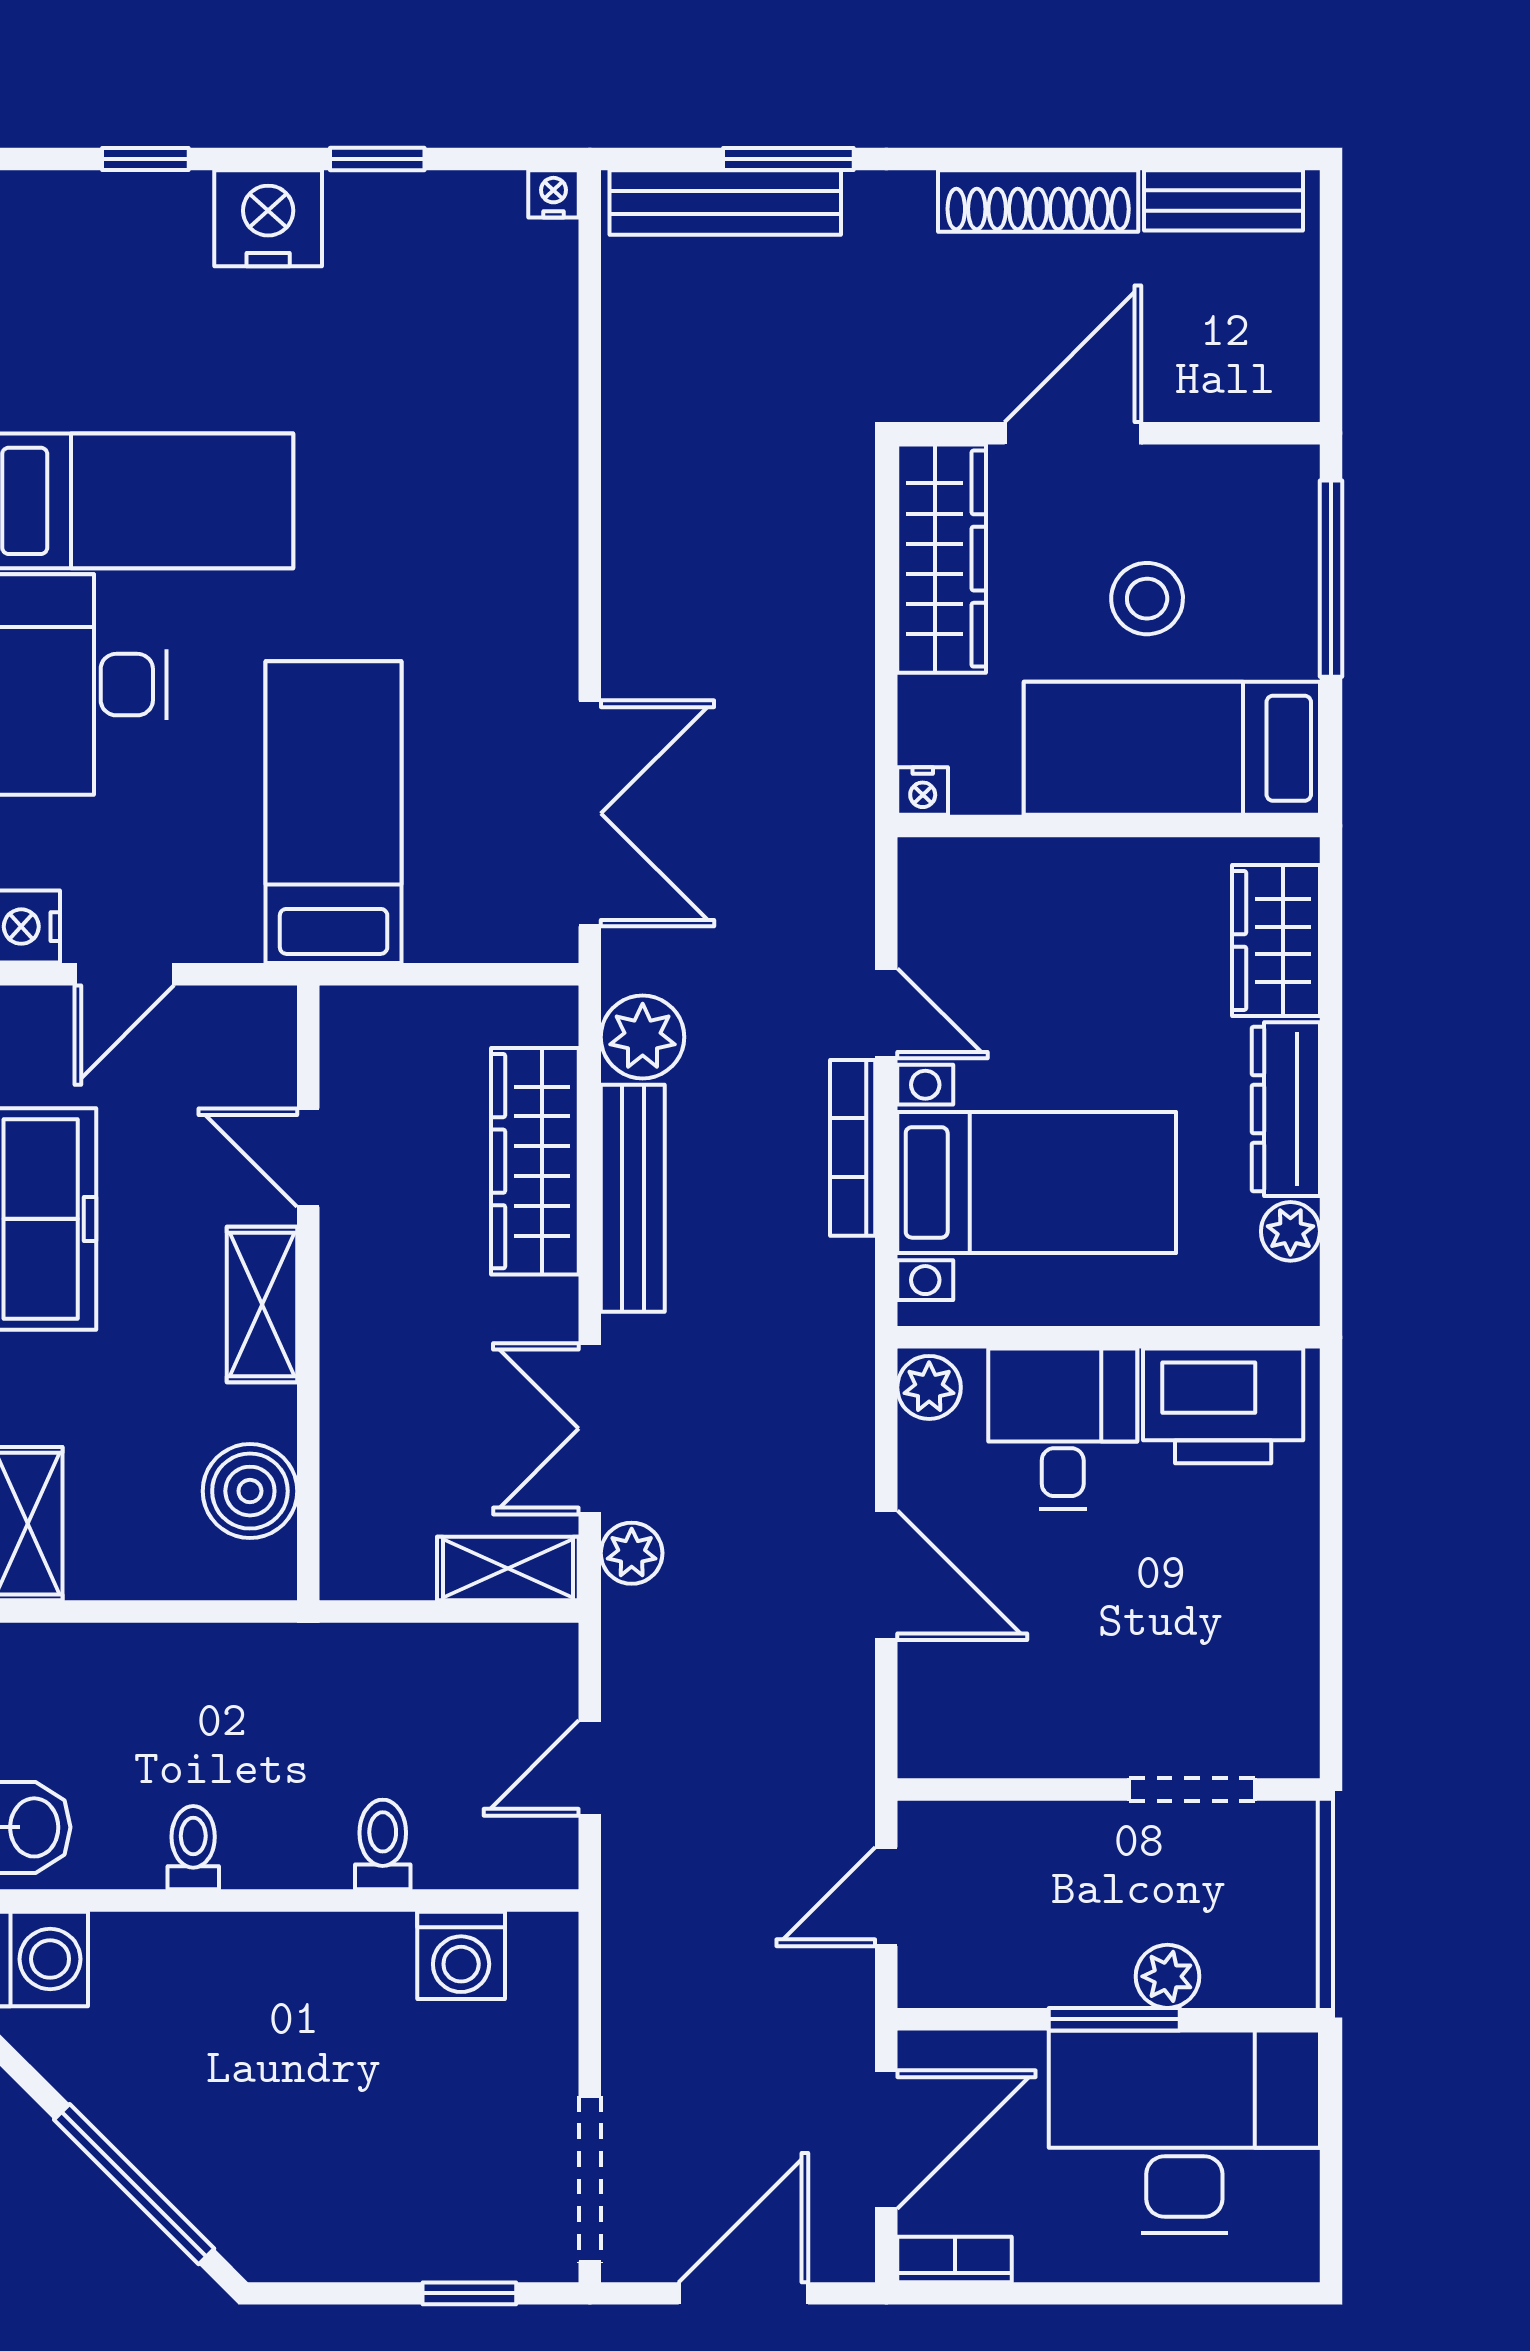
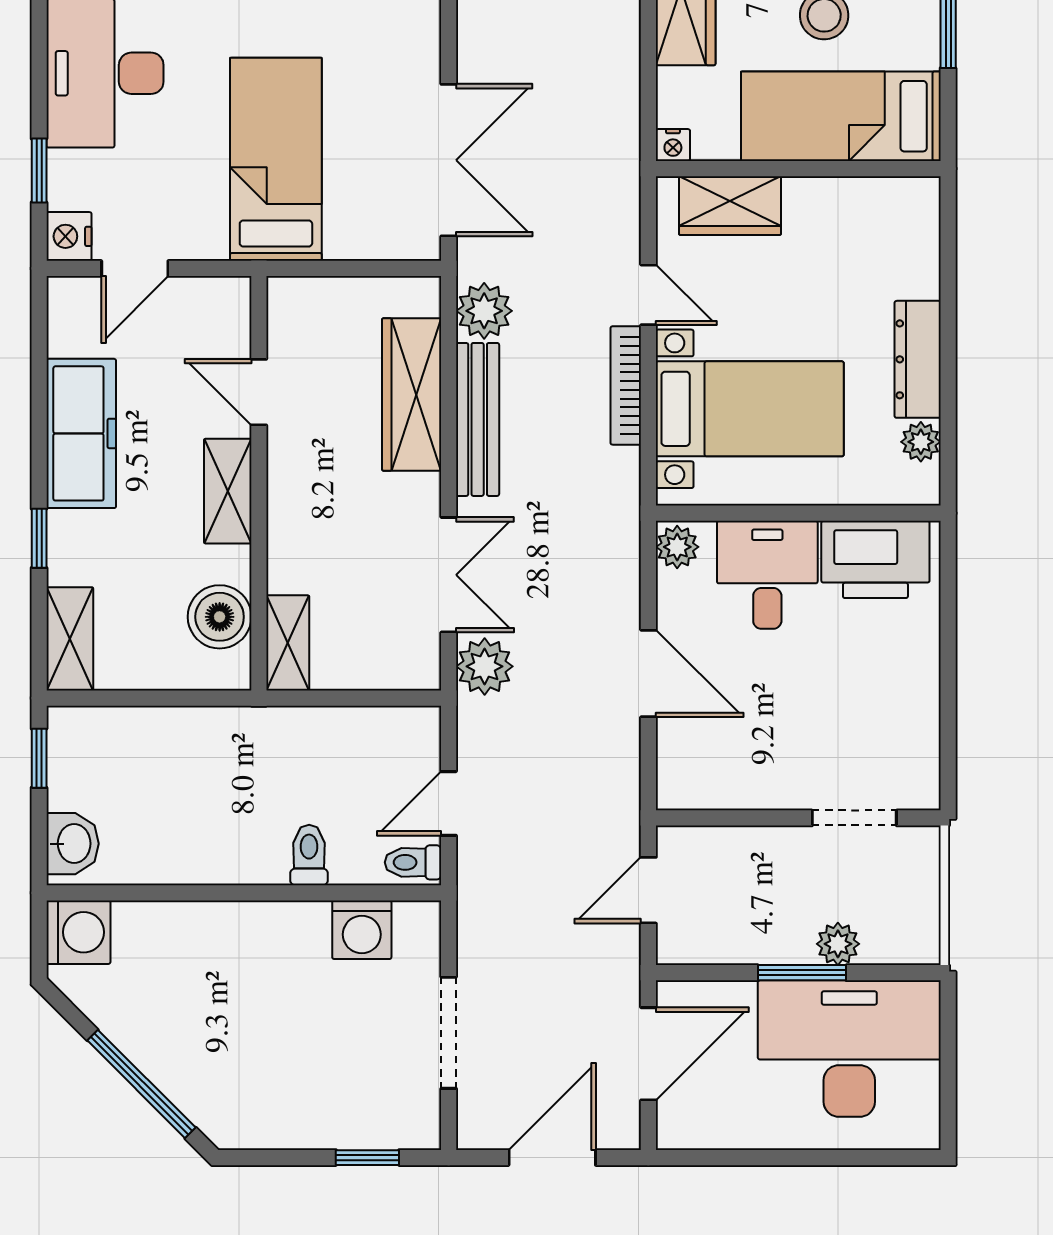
wardrobe: (1276, 940) -> (730, 206), moved, turned -90
double door: (590, 1429) -> (449, 575), swing flipped
plant: (632, 1553) -> (485, 666), width x1.38, depth x1.38
shelving: (508, 1569) -> (288, 643), moved, turned 90
toilet: (193, 1848) -> (413, 862), moved, turned -90
doorway: (590, 2179) -> (449, 1033), moved
bookcase: (955, 2259) -> (694, 1135), removed

